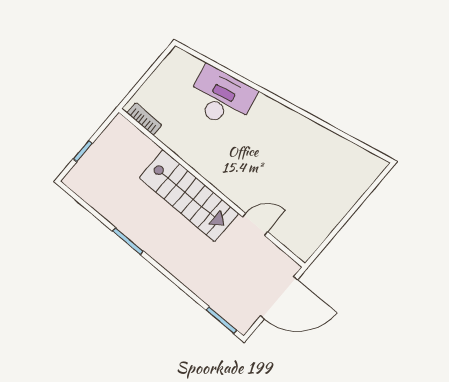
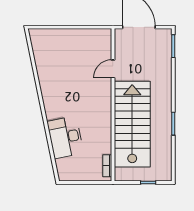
stairs: (189, 196) -> (132, 124), width x1.36, depth x1.51
door: (255, 224) -> (113, 69), hinge flipped

